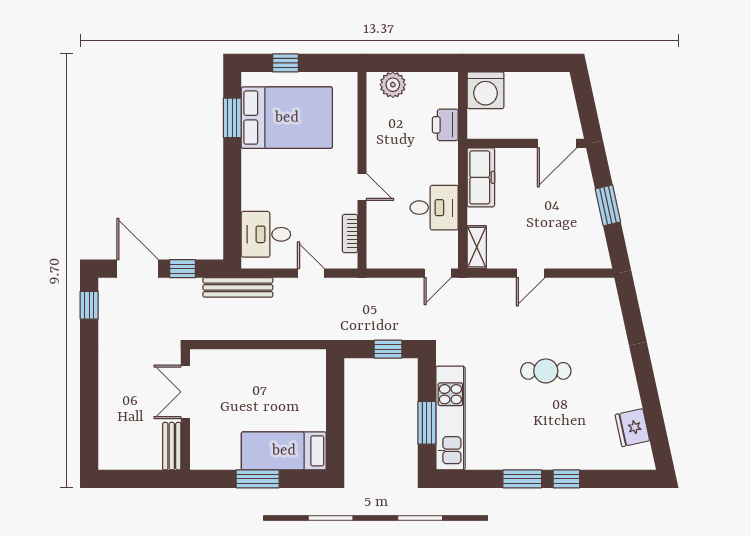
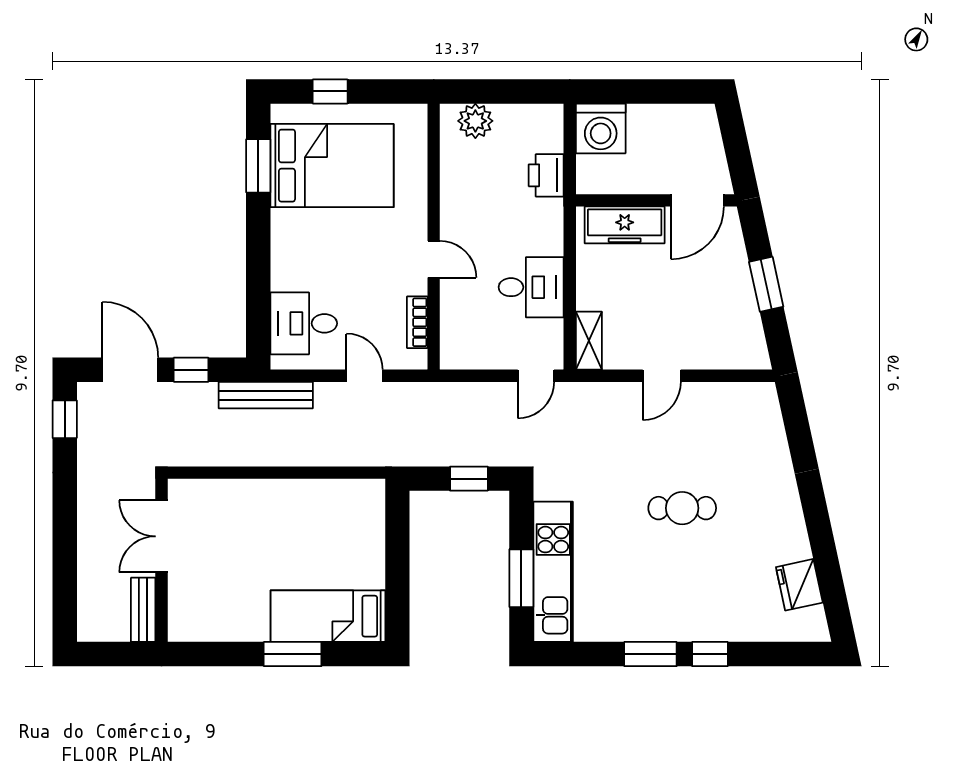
freezer: (481, 177) -> (625, 225), moved, turned 90
double door: (185, 392) -> (161, 536), moved
wall: (185, 410) -> (161, 560), moved
bench: (172, 446) -> (143, 610), moved

